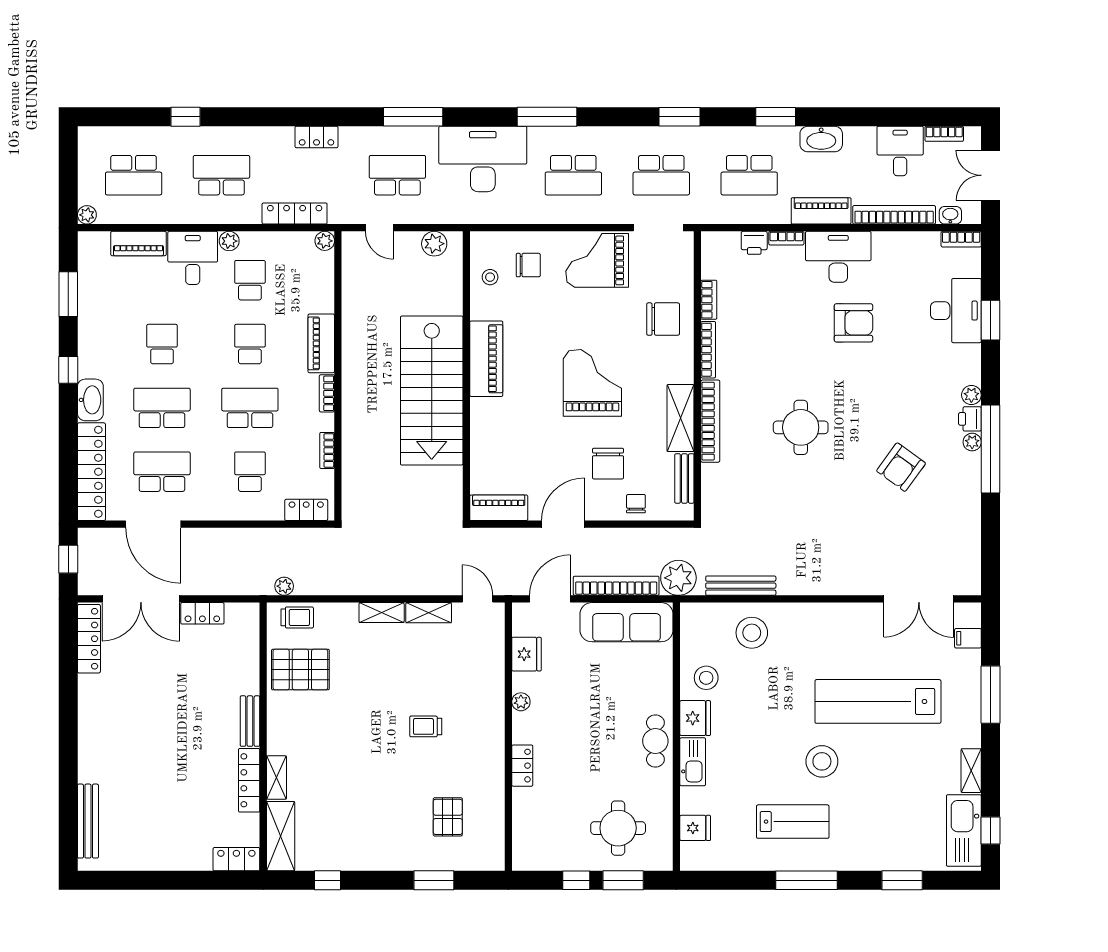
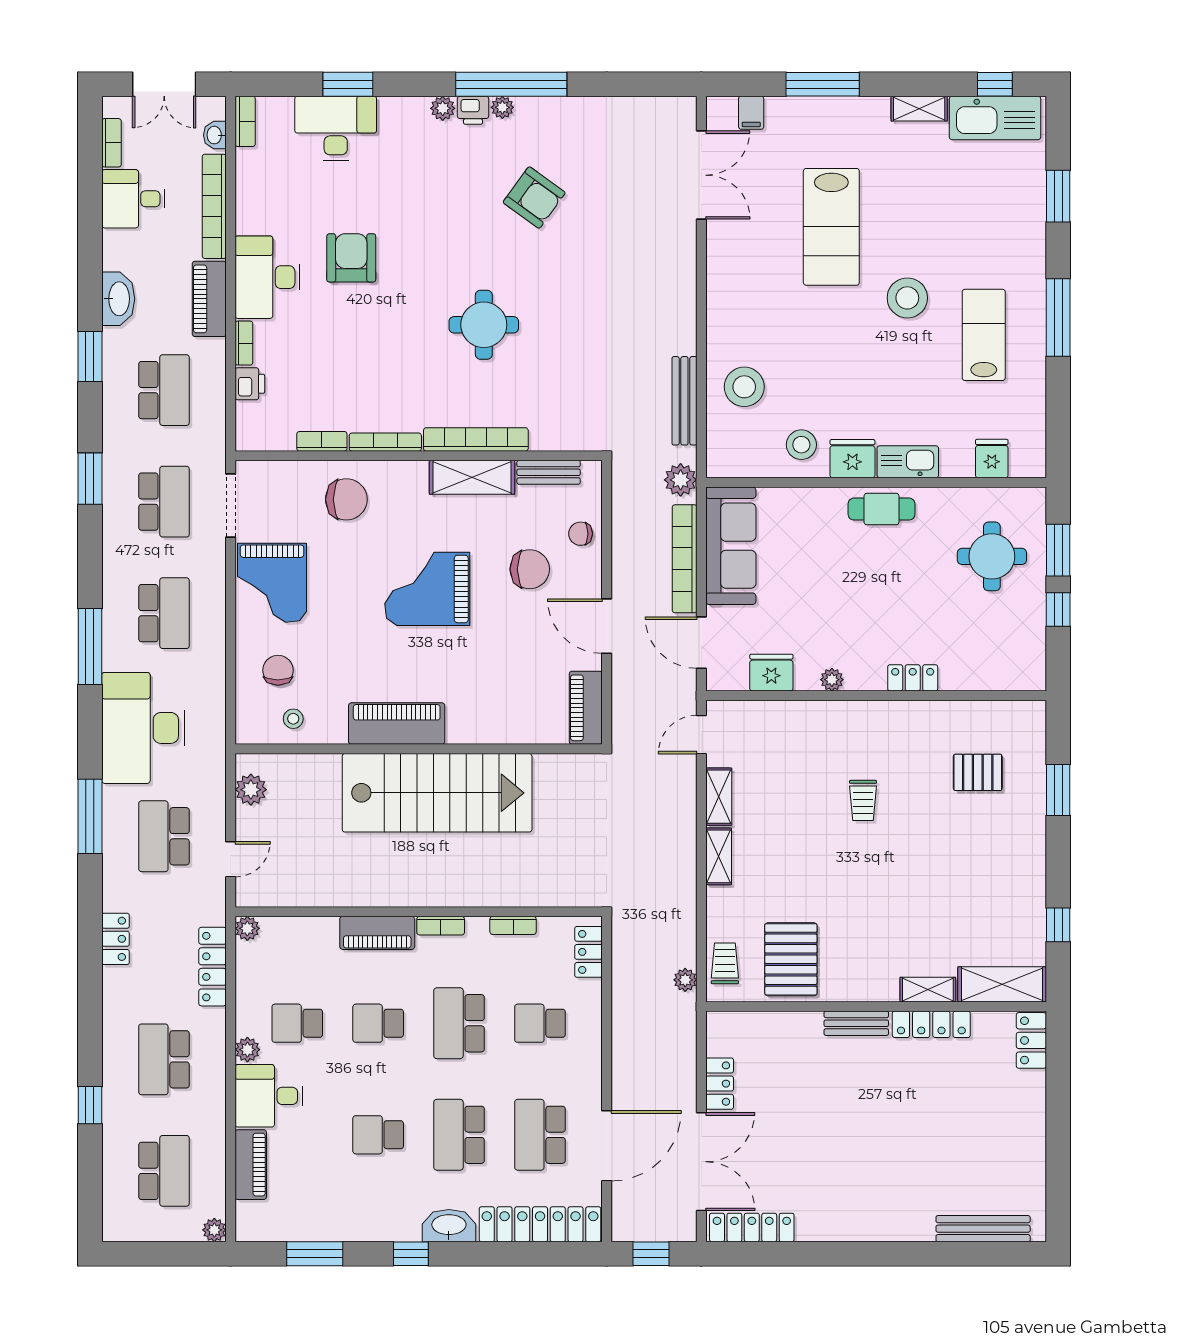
chair: (663, 319) -> (346, 499), turned 90
plant: (678, 578) -> (681, 480), width x0.73, depth x0.73
lab bench: (878, 701) -> (831, 227), width x0.73

